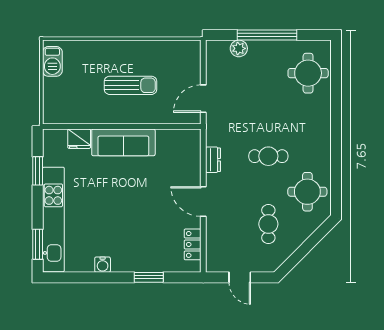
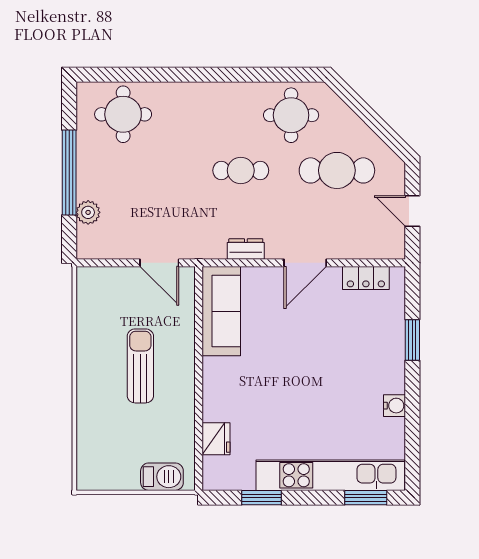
barbecue: (52, 61) -> (162, 477), moved
sofa: (123, 142) -> (221, 311), moved
cafe table: (268, 156) -> (241, 170), turned 90
cafe table: (268, 224) -> (337, 170), width x1.37, depth x1.35
door: (240, 277) -> (412, 211), swing flipped

